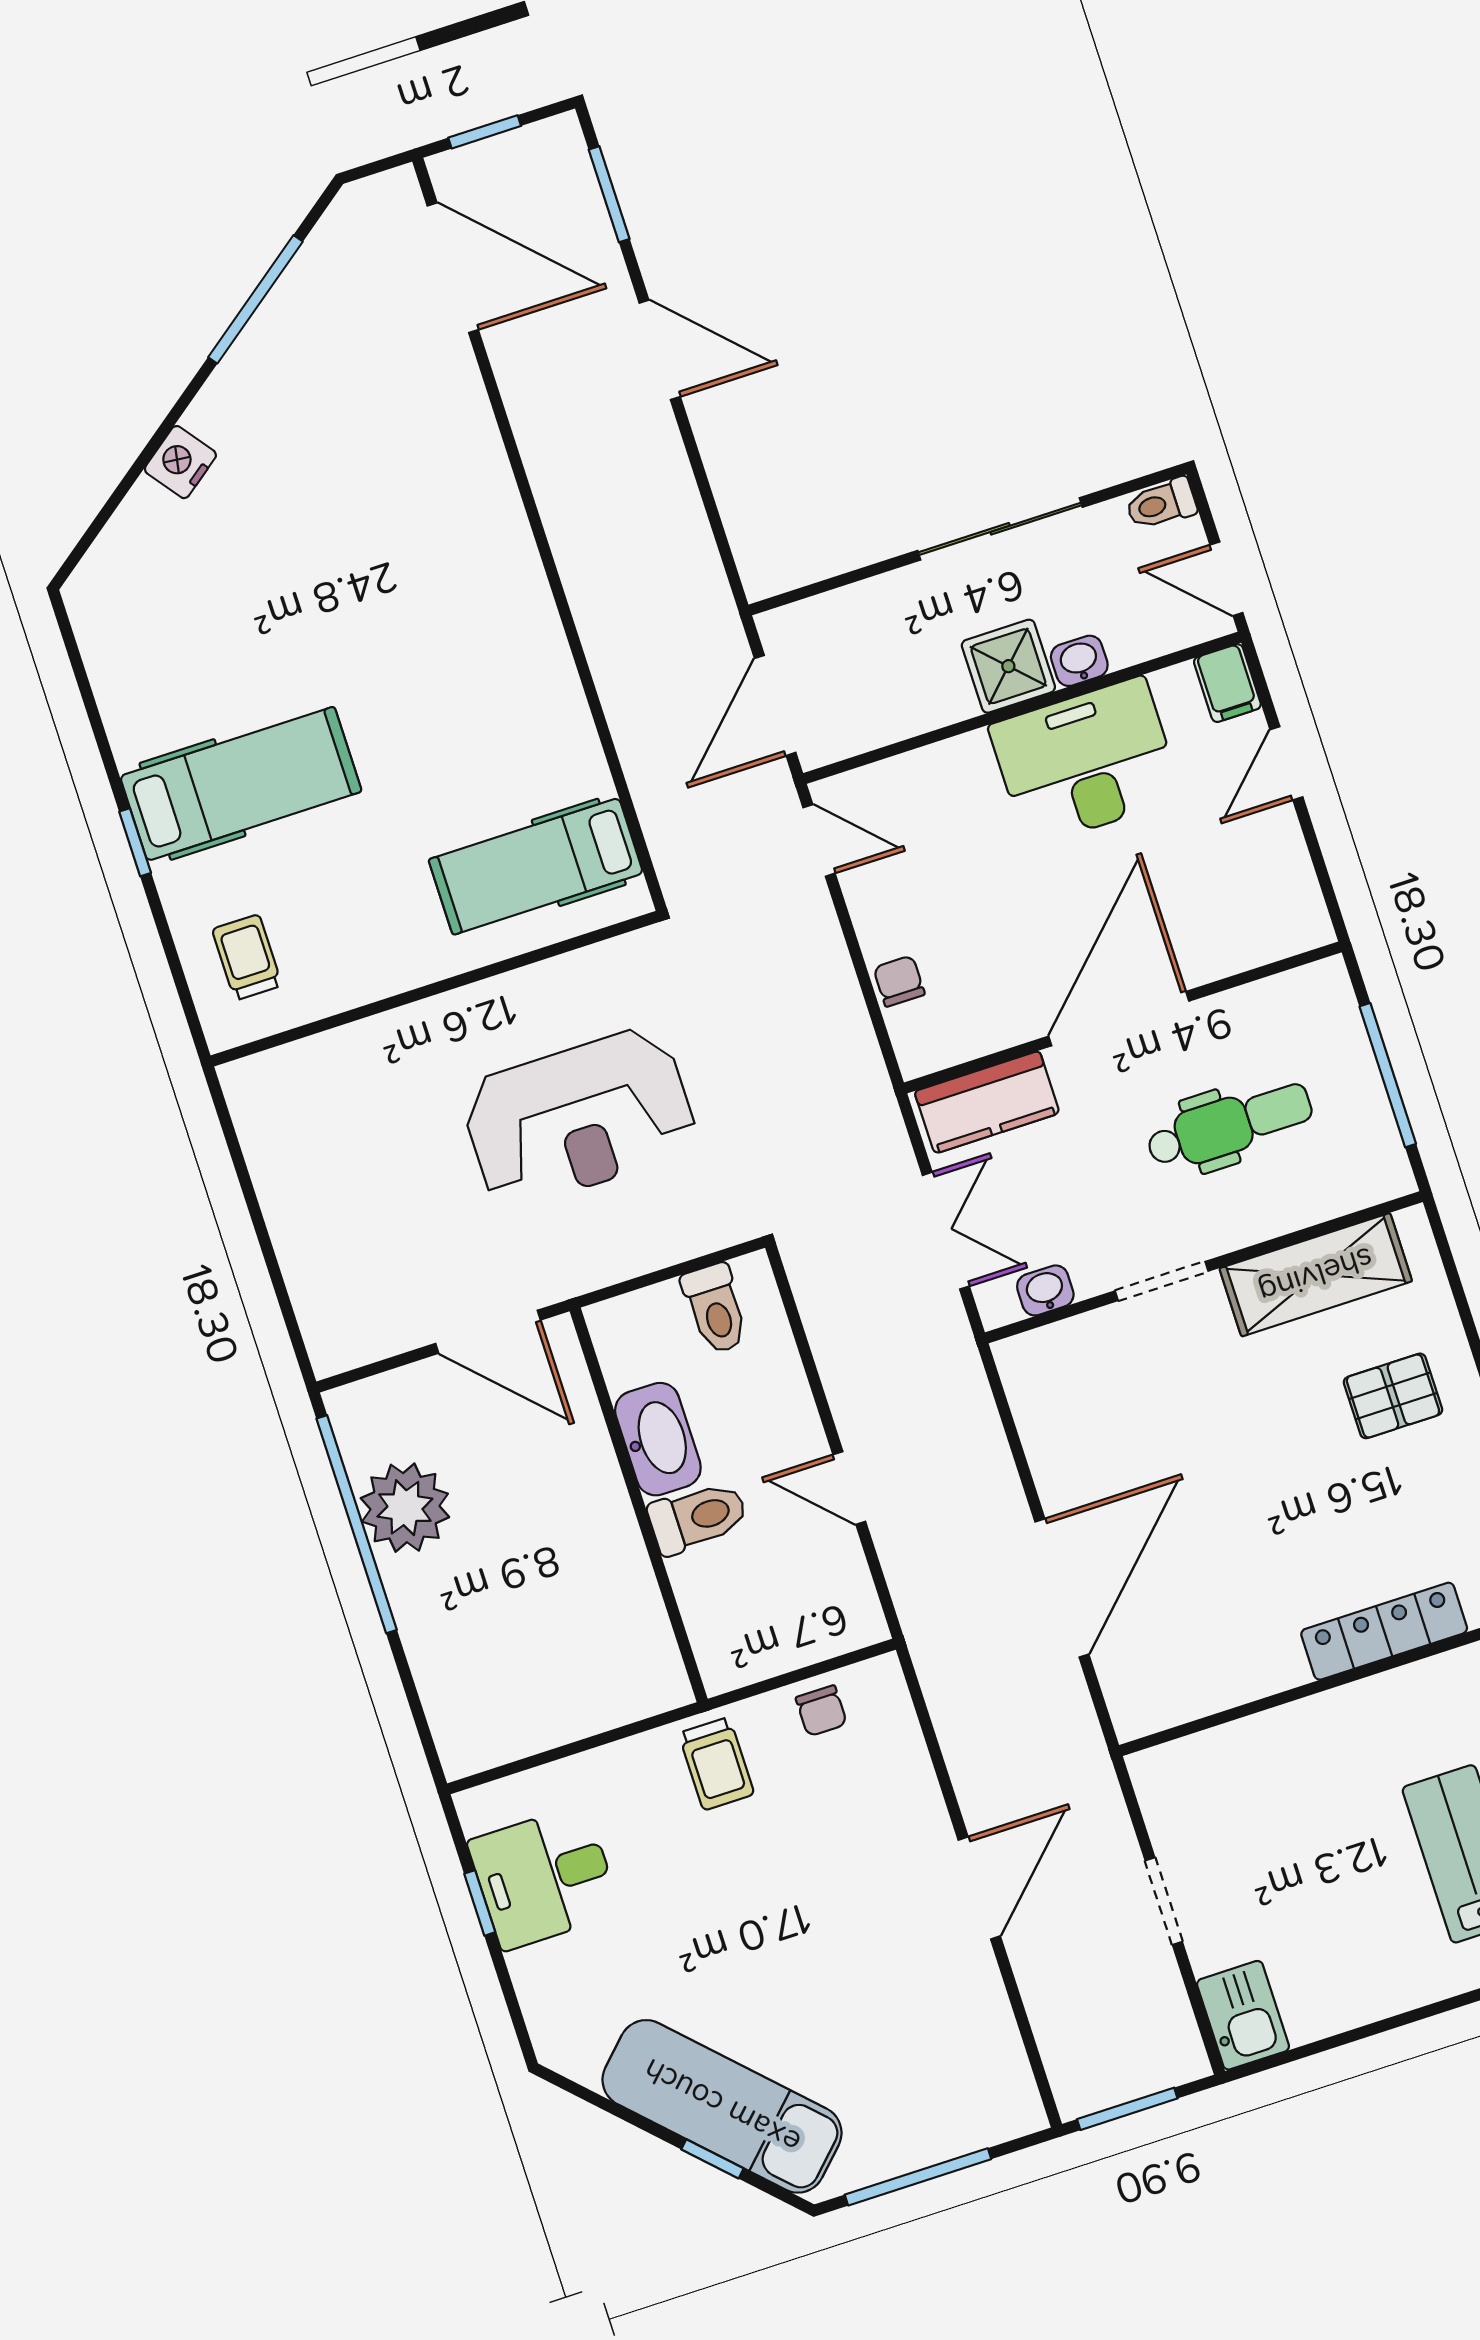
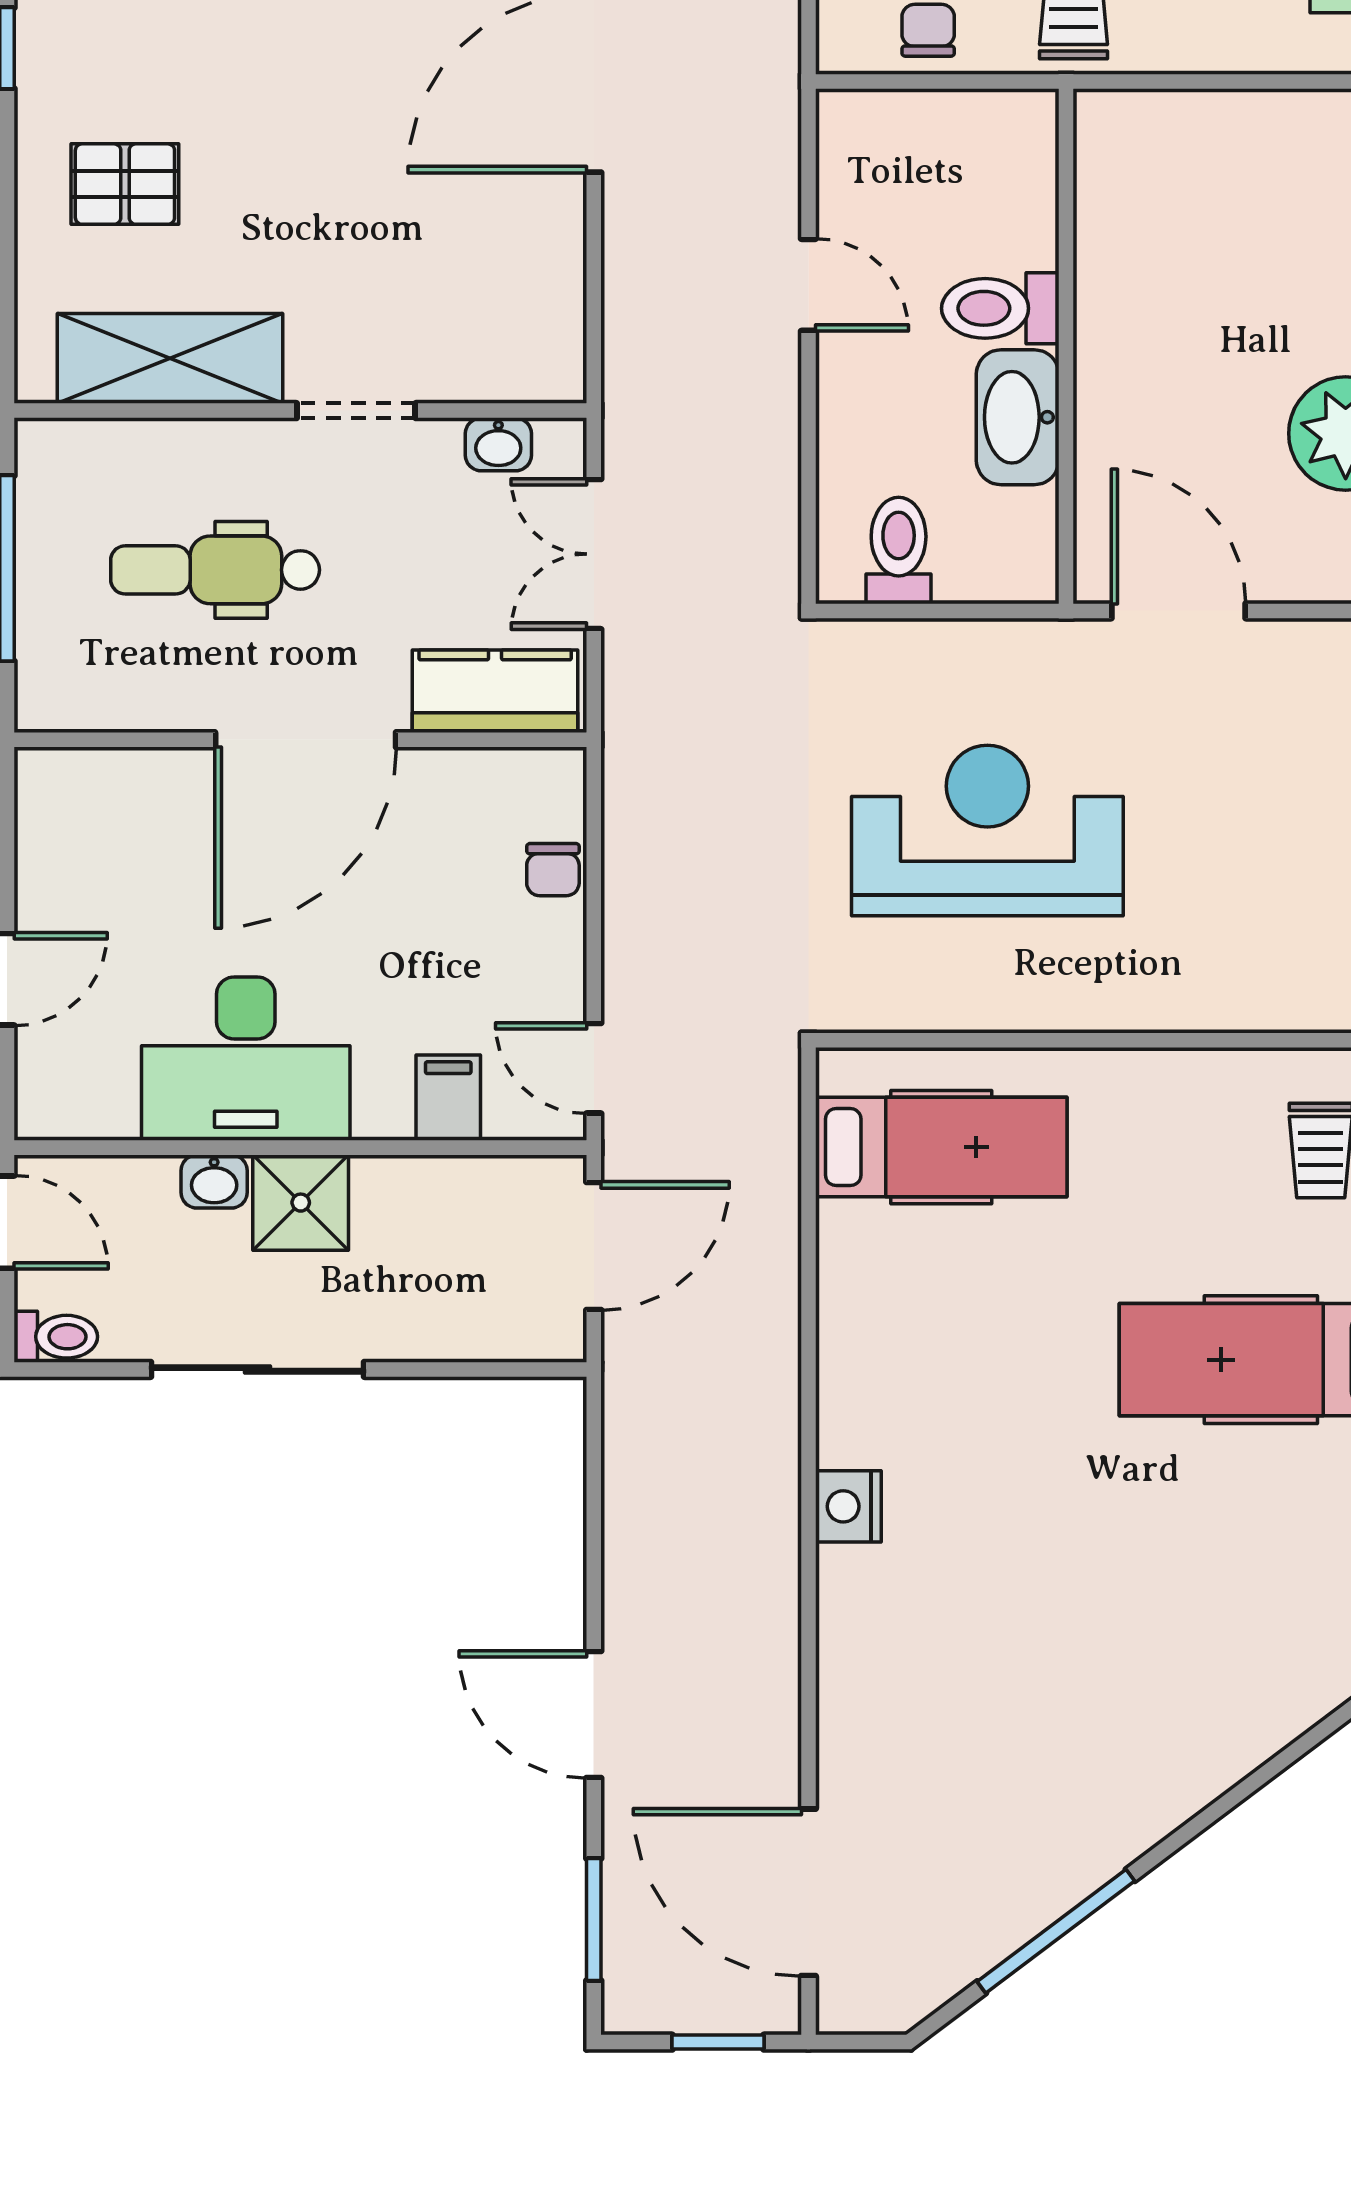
nightstand: (180, 462) -> (848, 1506), moved, turned 127
filing cabinet: (1227, 683) -> (448, 1098), moved

